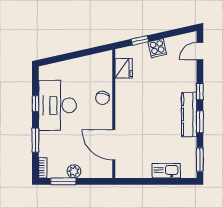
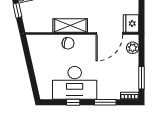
fridge: (124, 68) -> (131, 23), moved, turned -90
shelving: (123, 100) -> (70, 25), added
plant: (74, 171) -> (133, 48), moved

